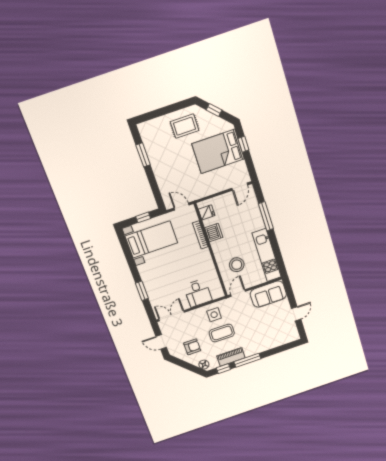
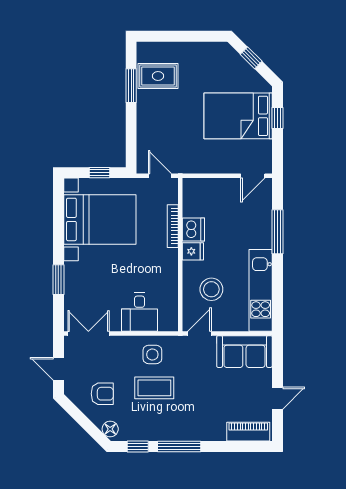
rug: (185, 126) -> (158, 76), moved
fridge: (207, 212) -> (193, 251), moved
bed with nightstands: (151, 239) -> (100, 219), width x1.36
piano: (231, 357) -> (248, 432), moved

